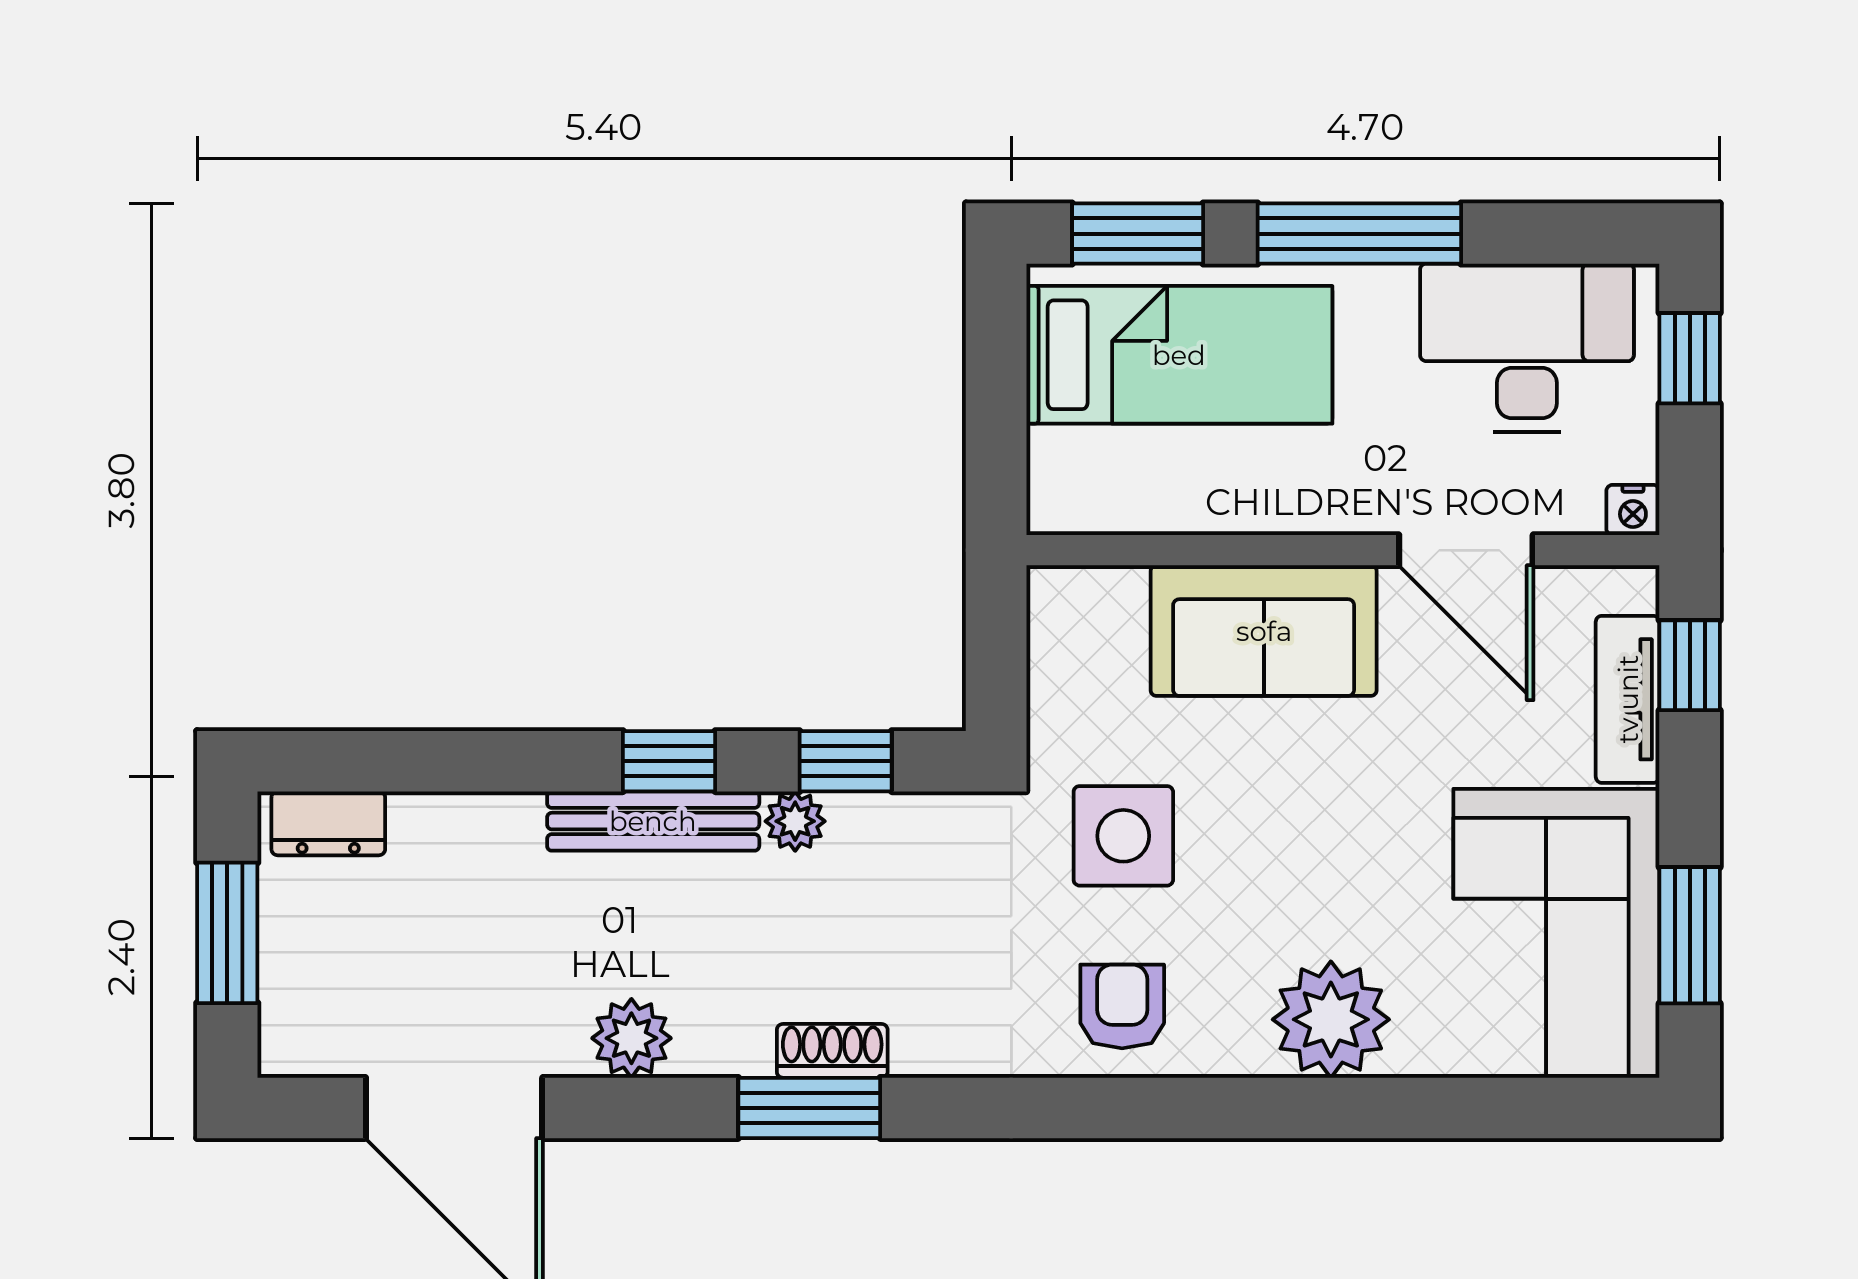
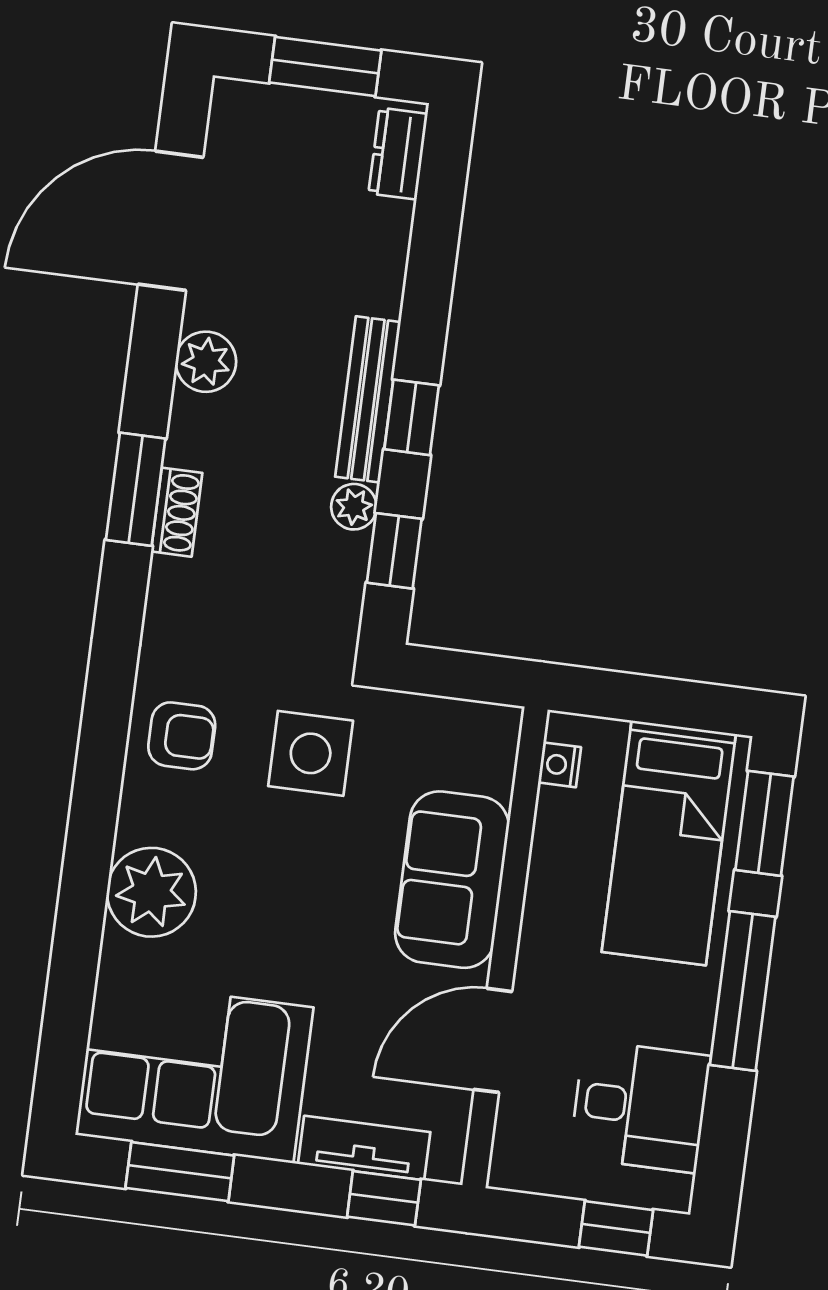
desk: (1527, 348) -> (640, 1106), width x0.73
nightstand: (1633, 510) -> (560, 765), moved

